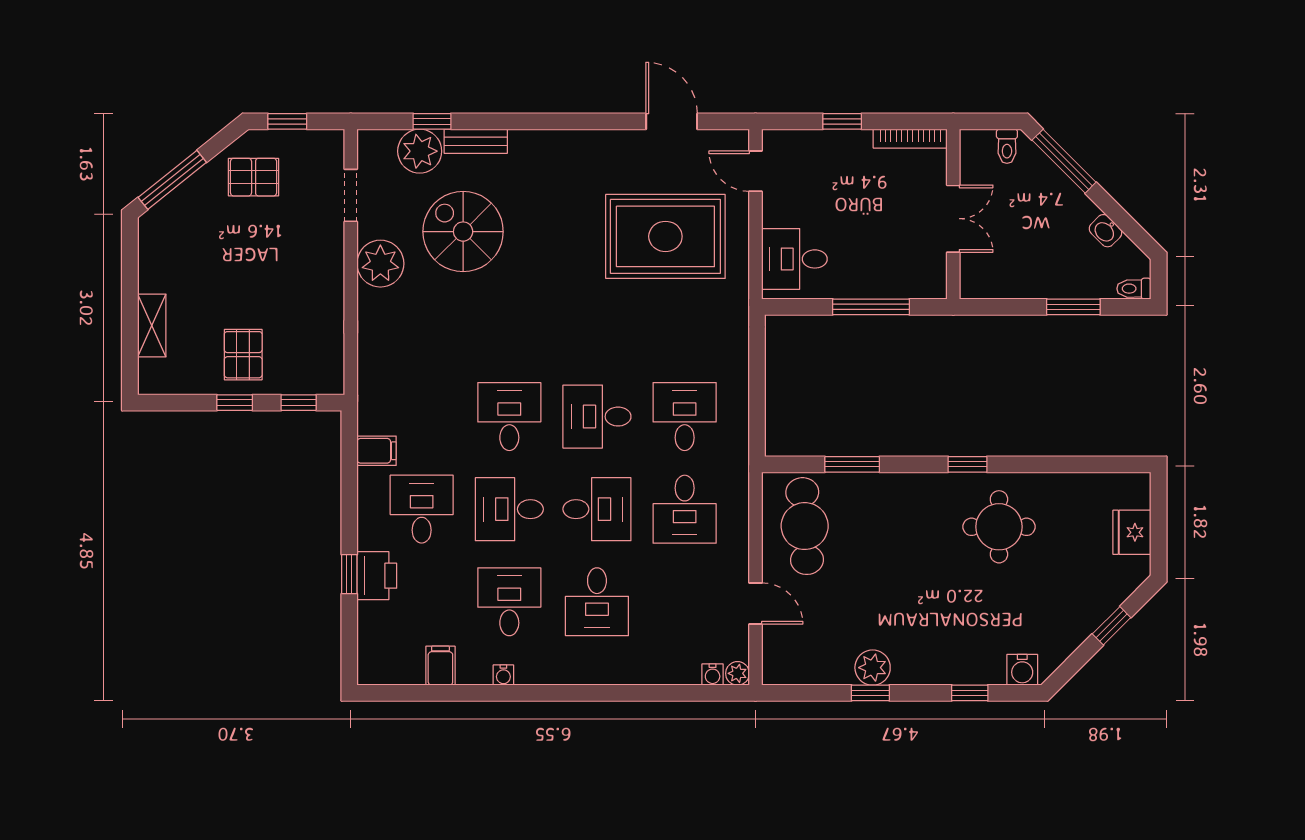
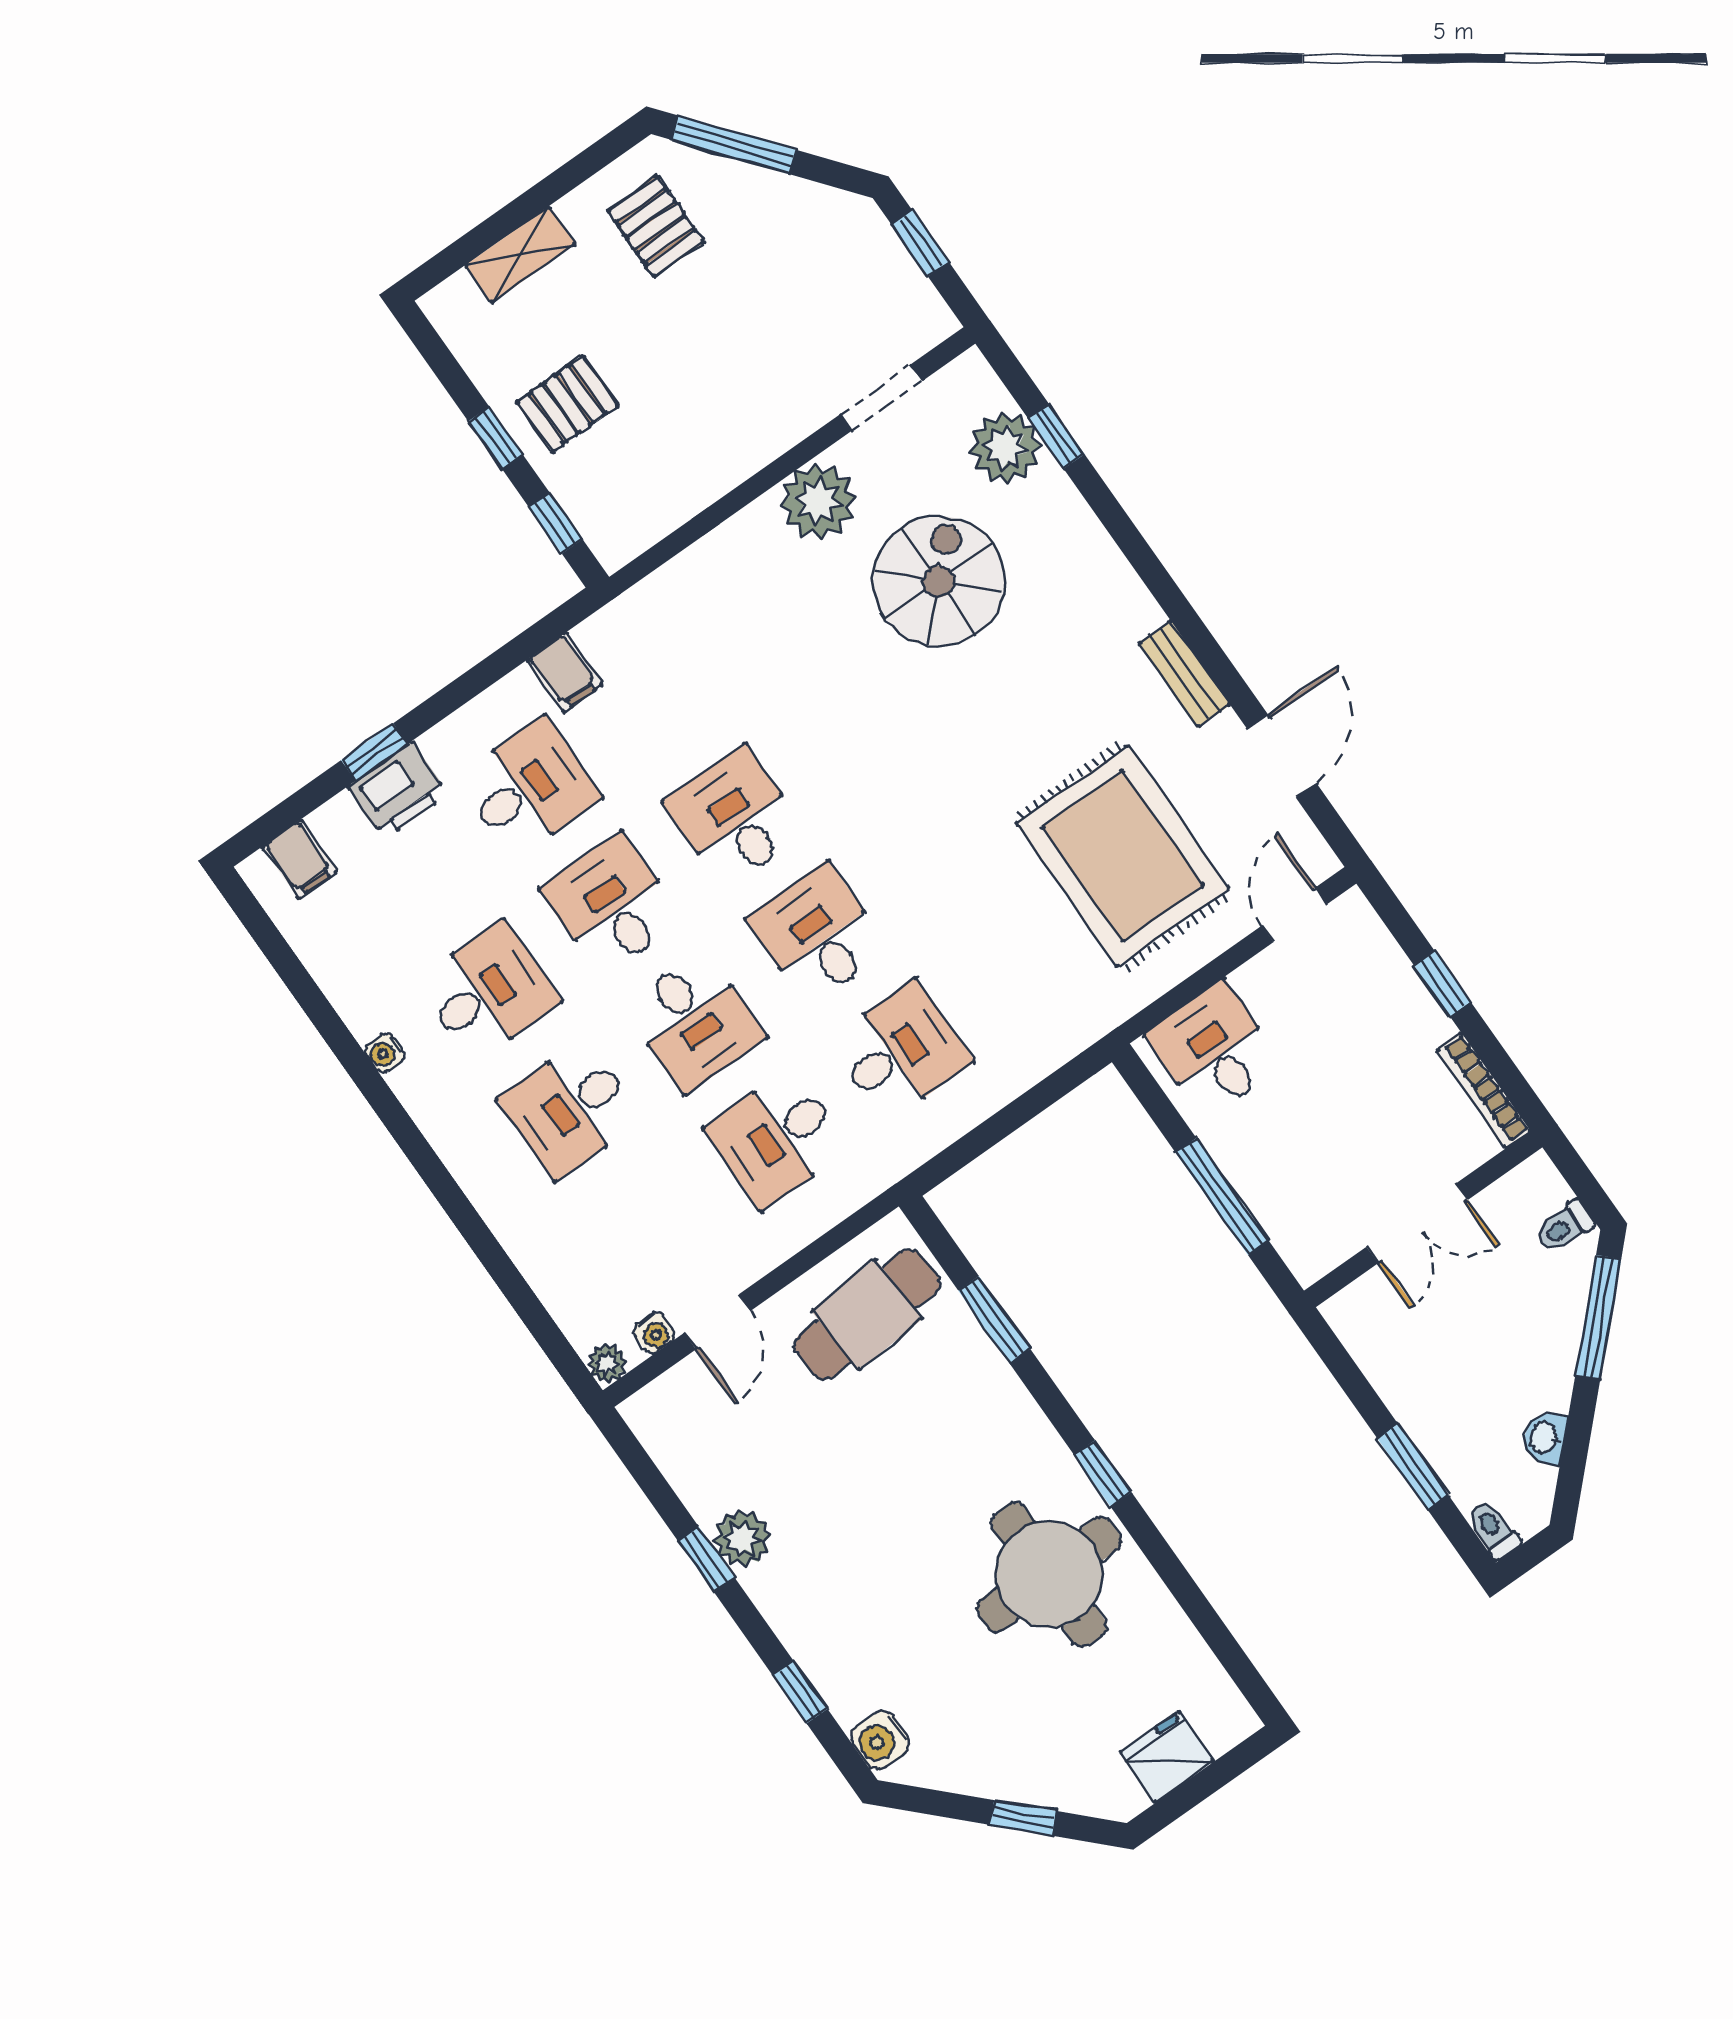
bench: (476, 141) -> (1184, 674), moved
pallet: (254, 177) -> (656, 226), moved
desk: (509, 417) -> (735, 817), turned -90
round table: (999, 527) -> (1049, 1574), width x1.36, depth x1.36
filing cabinet: (440, 666) -> (300, 859), moved, turned 90
water cooler: (713, 675) -> (654, 1333), moved, turned -90

